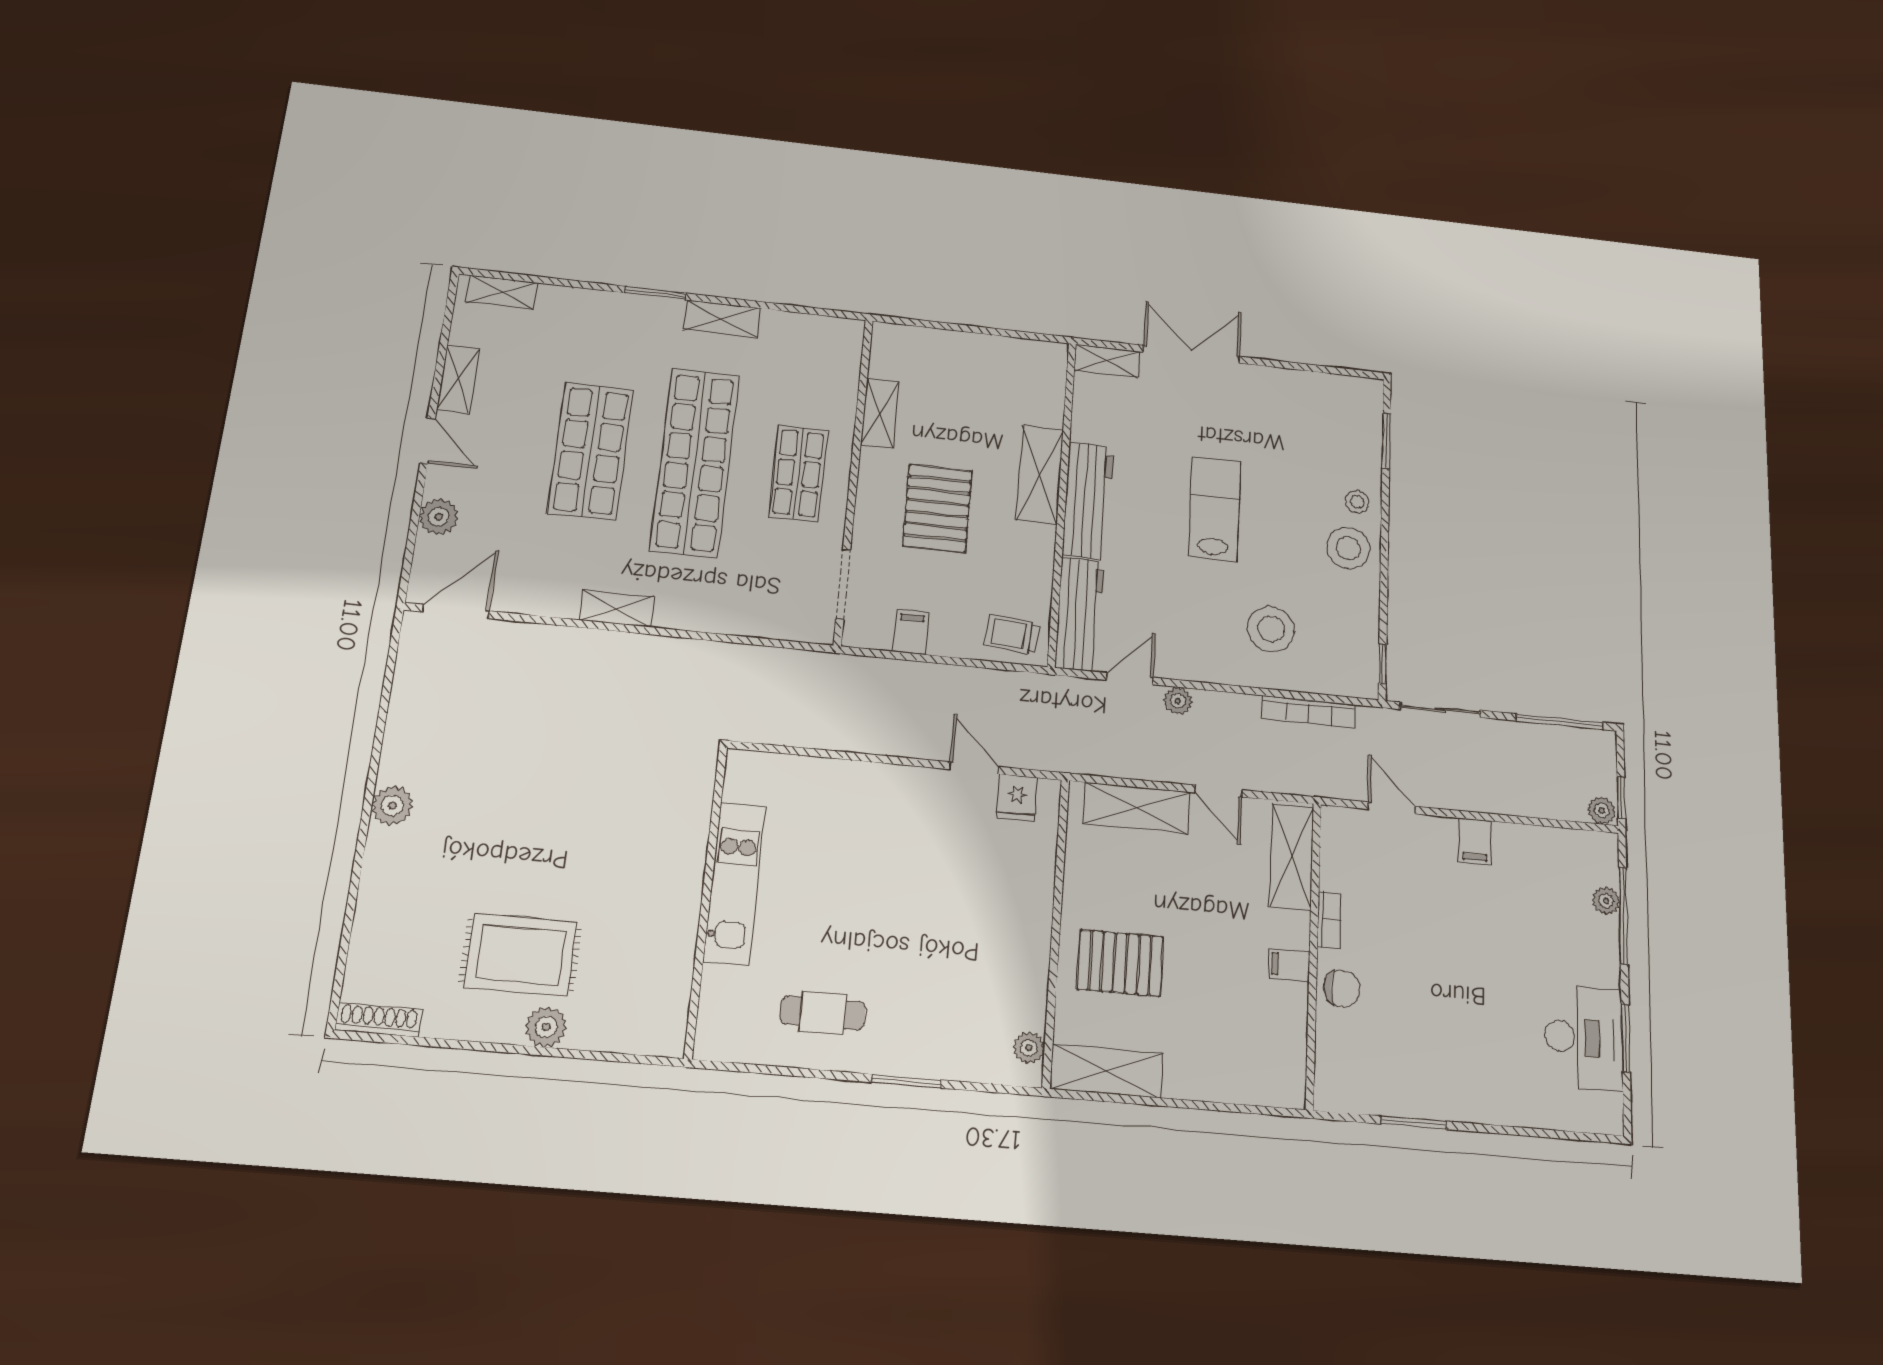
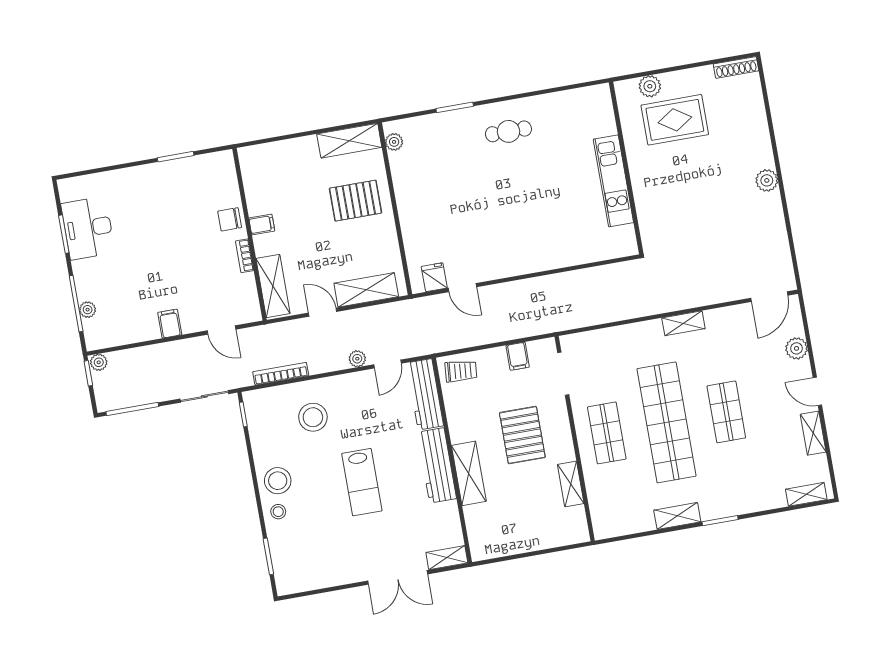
shop shelf: (591, 451) -> (726, 412), width x0.70, depth x0.74
kitchen unit: (735, 884) -> (613, 181), moved
wall: (706, 900) -> (626, 168), moved

